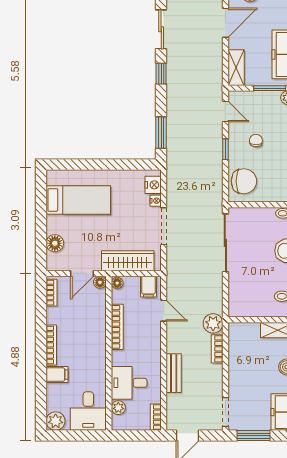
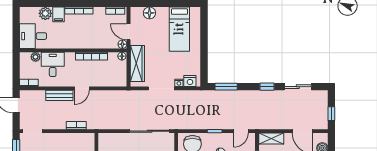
filing cabinet: (148, 287) -> (119, 78), removed
door: (164, 311) -> (82, 88), moved
plant: (213, 323) -> (94, 123), removed
plant: (56, 421) -> (45, 13), moved

